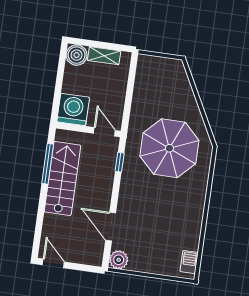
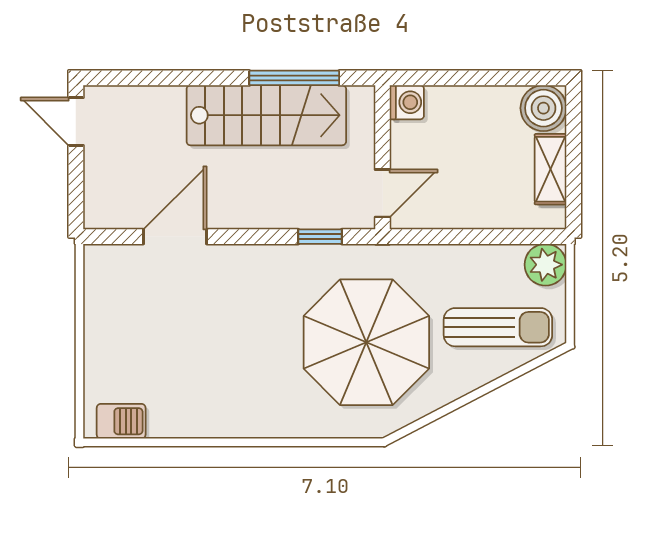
sun lounger: (171, 89) -> (498, 327), added
washing machine: (73, 110) -> (407, 102), width x0.53, depth x0.53
plant: (119, 260) -> (546, 265), moved
door: (53, 263) -> (76, 122), swing flipped

